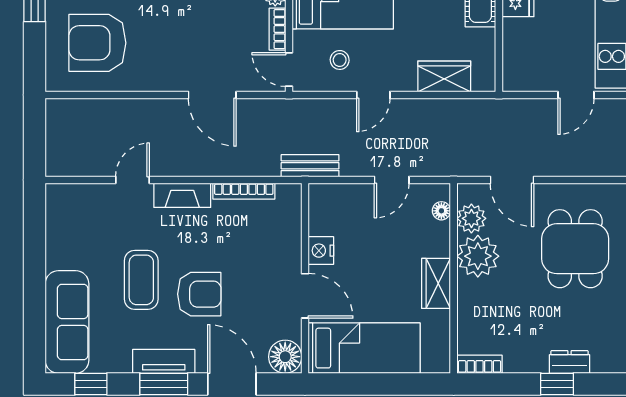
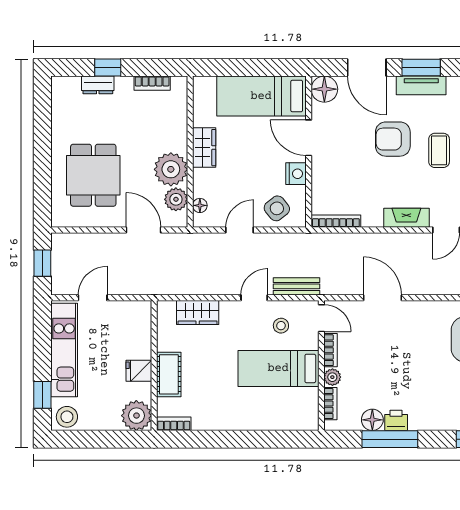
bench: (310, 166) -> (297, 286), moved
bookcase: (244, 191) -> (336, 221), moved
side table: (345, 207) -> (277, 208), added
coffee table: (141, 280) -> (439, 150), width x0.73, depth x0.77
bookcase: (480, 364) -> (152, 83), moved

